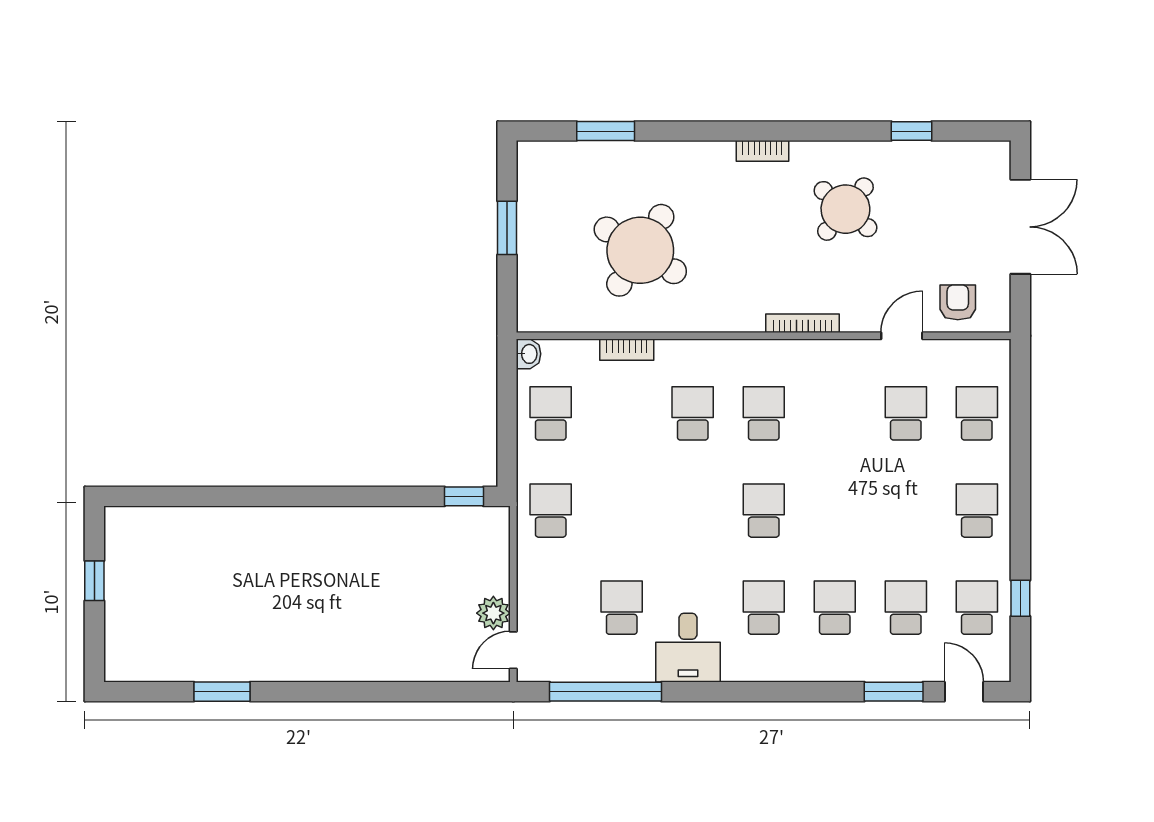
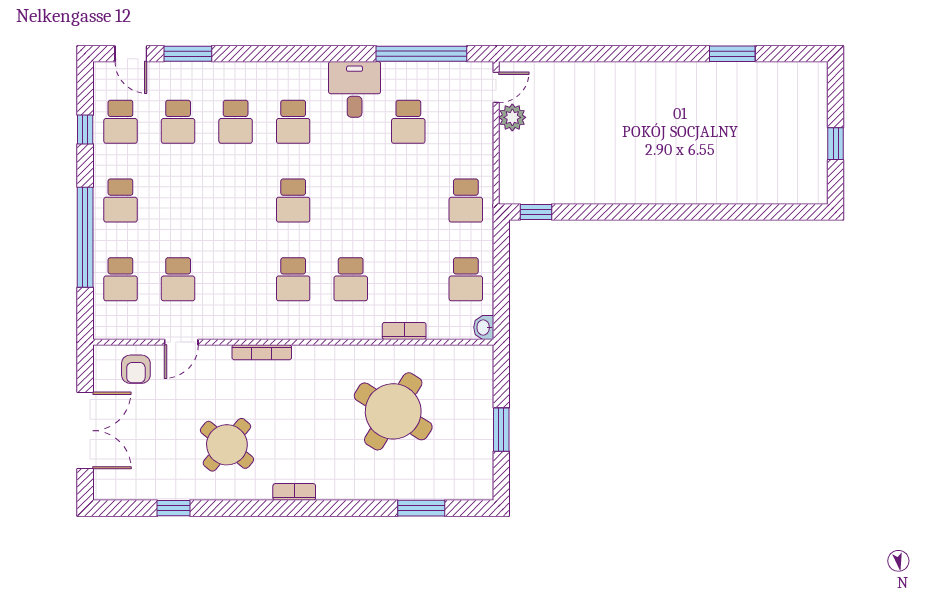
double door: (1020, 227) -> (85, 431), swing flipped
window: (1020, 465) -> (85, 237), added

